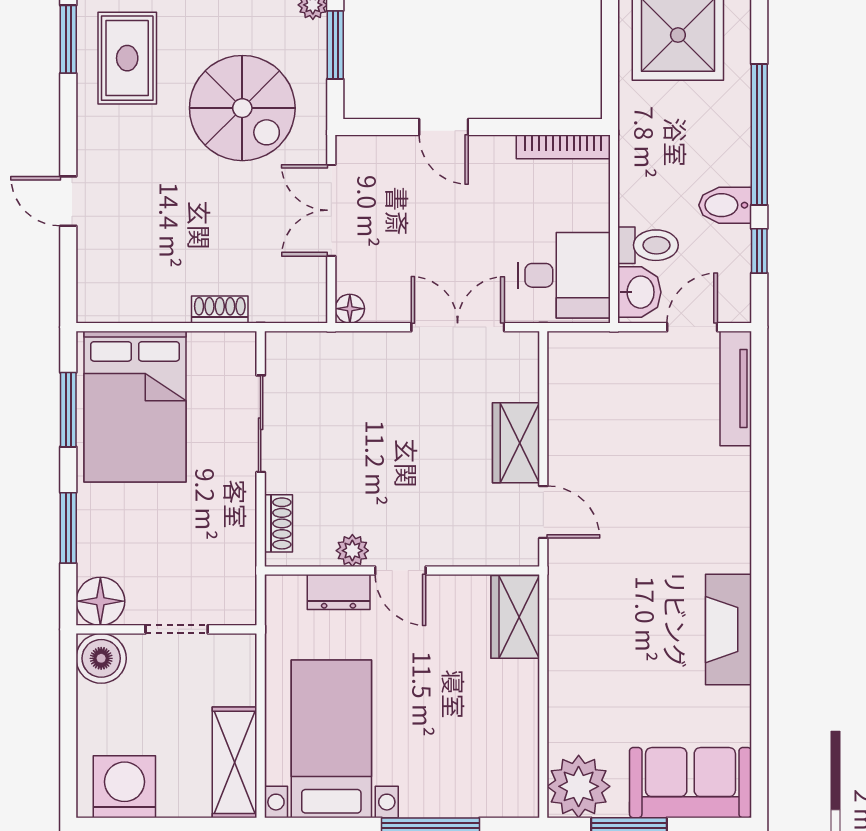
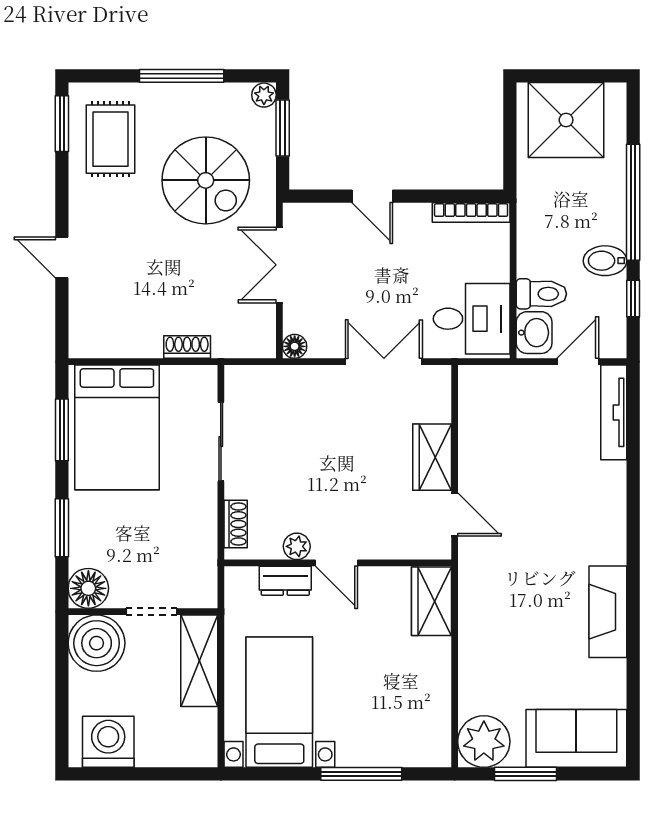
boiler: (101, 658) -> (97, 643), width x1.37, depth x1.37
shelving: (235, 762) -> (199, 661), moved

